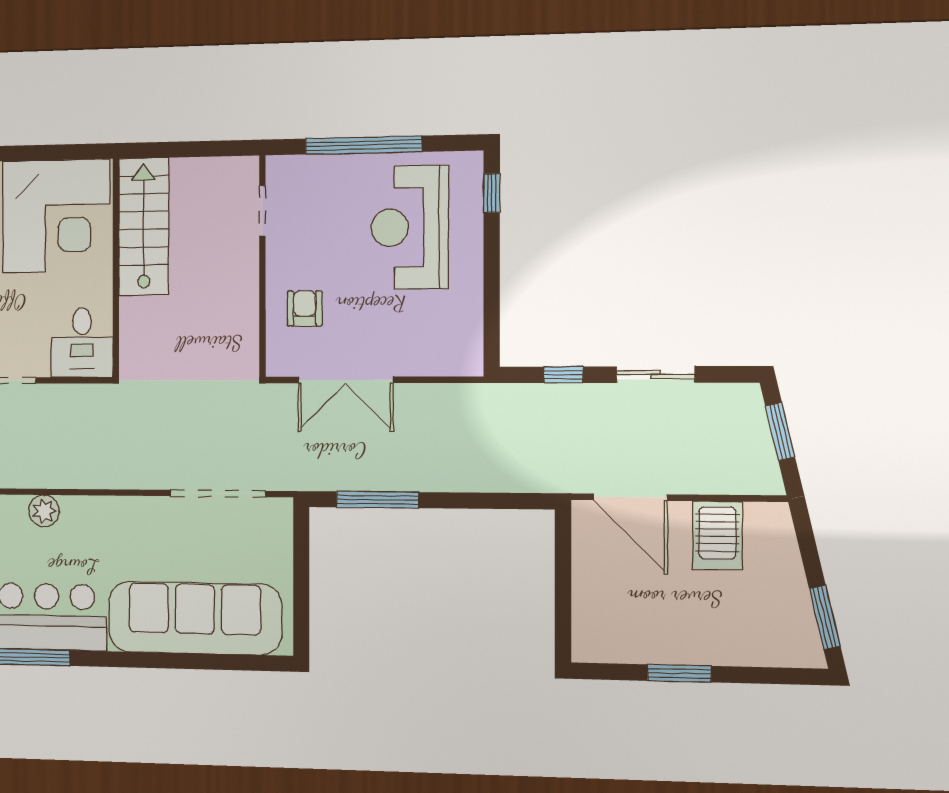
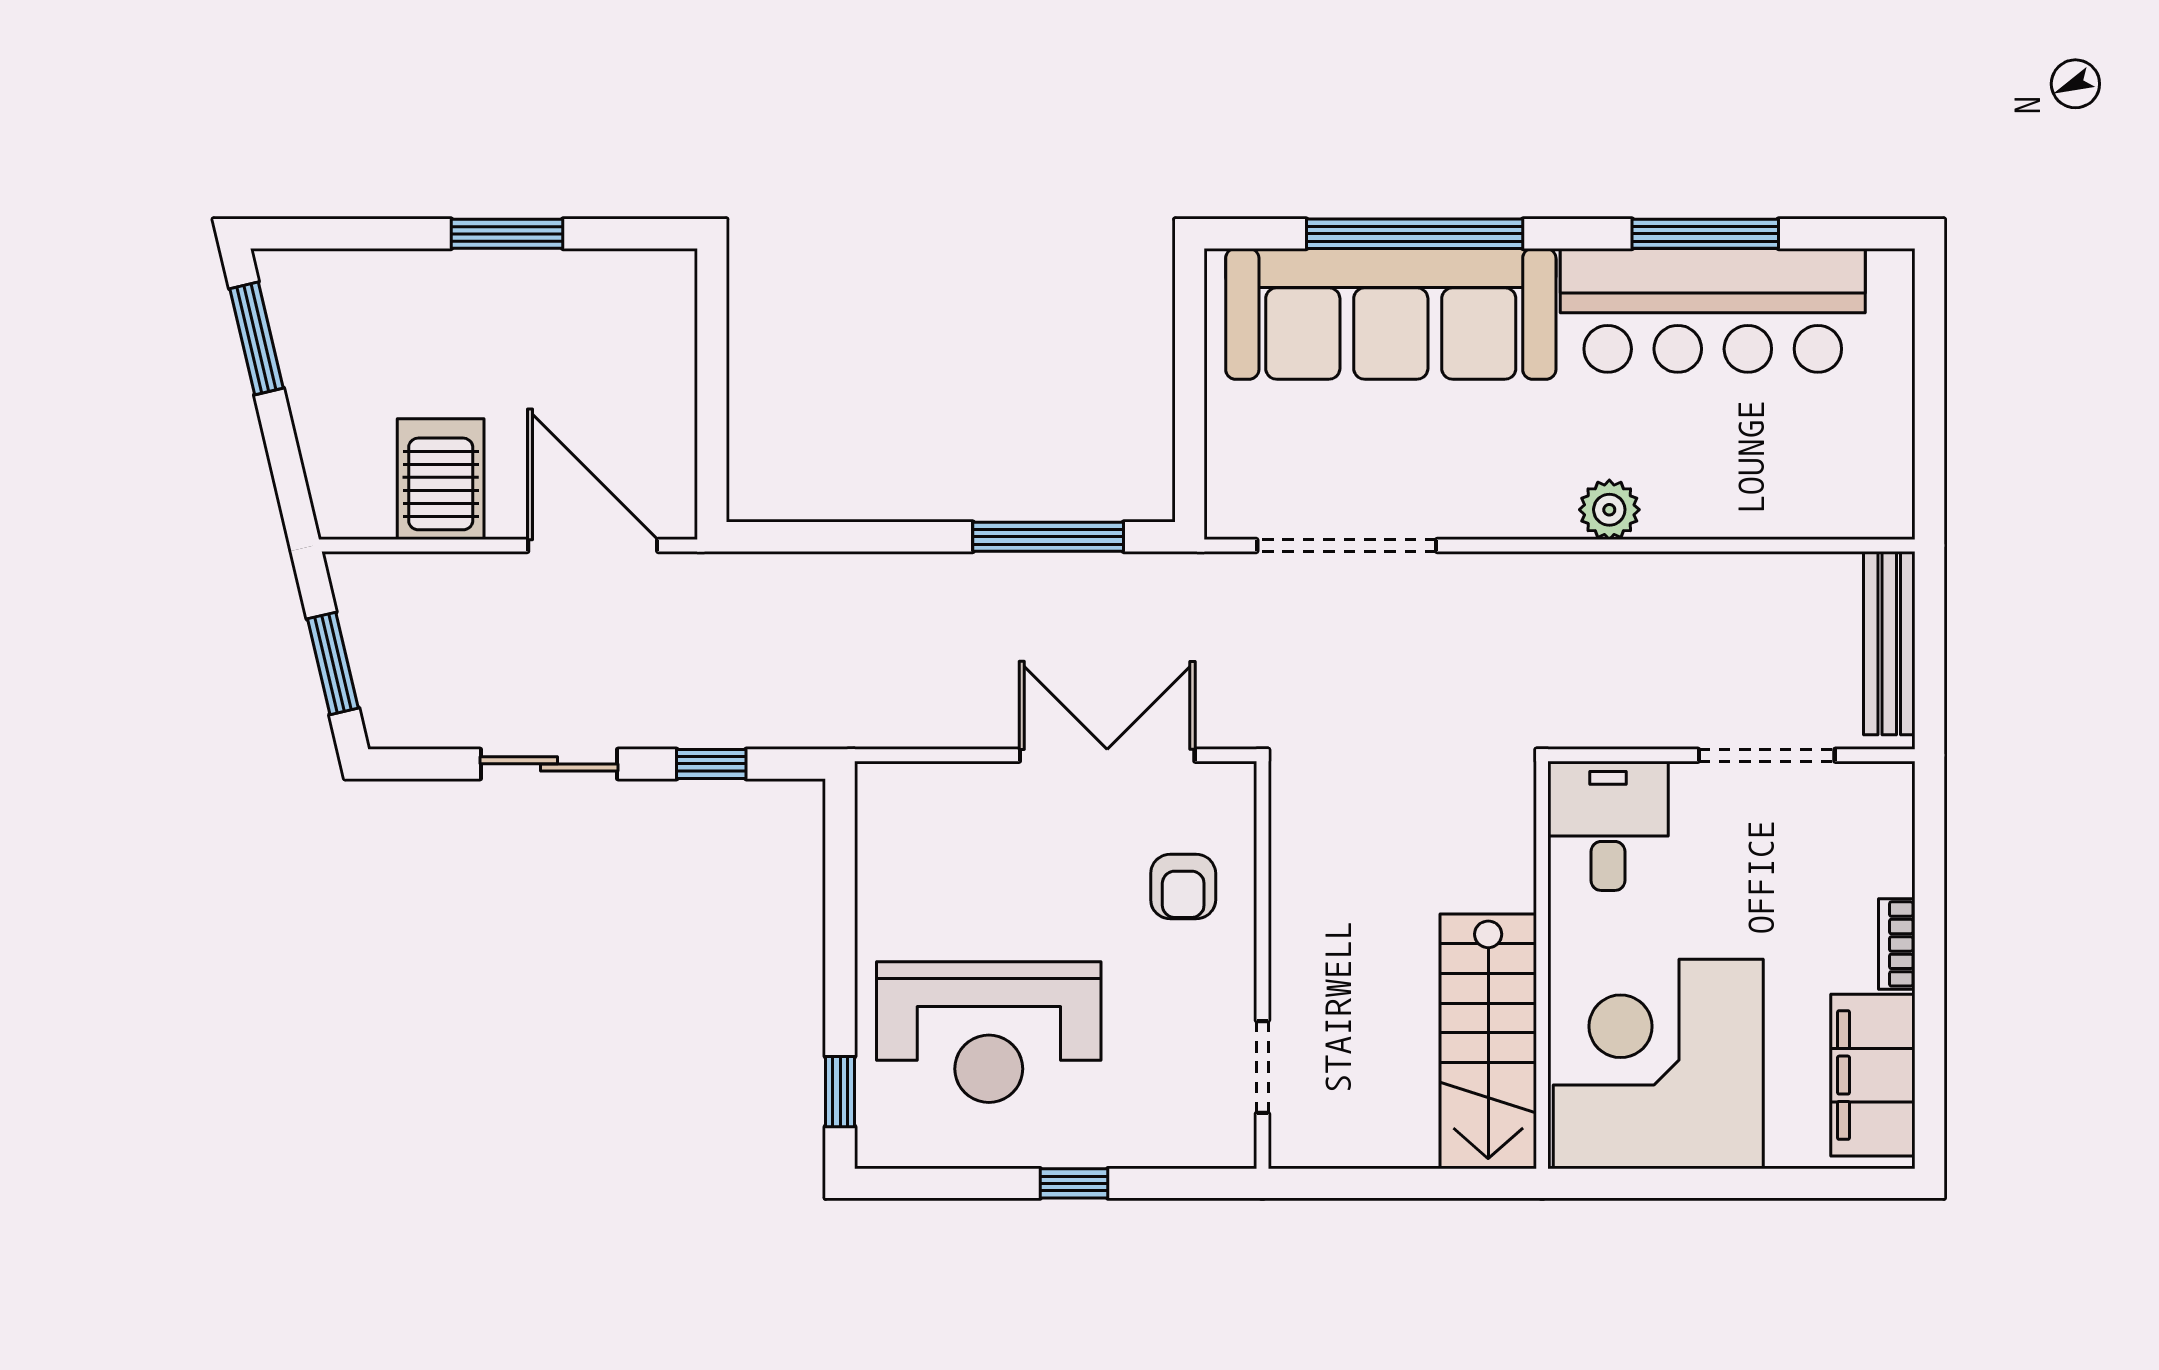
window: (363, 145) -> (1074, 1183), width x0.32
reception desk: (410, 227) -> (989, 1032), turned 90
plant: (44, 511) -> (1609, 510), moved
window: (182, 661) -> (1415, 234), added

